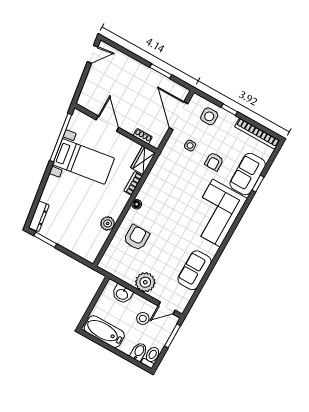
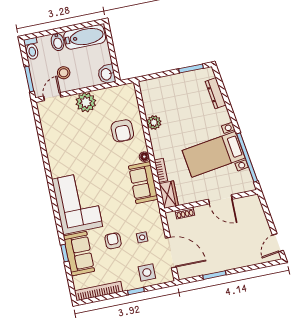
dresser: (39, 216) -> (216, 93), moved
sofa: (195, 270) -> (143, 183), moved, turned 180
washbasin: (122, 294) -> (107, 74), moved, turned -90
bidet: (139, 352) -> (58, 42), moved

